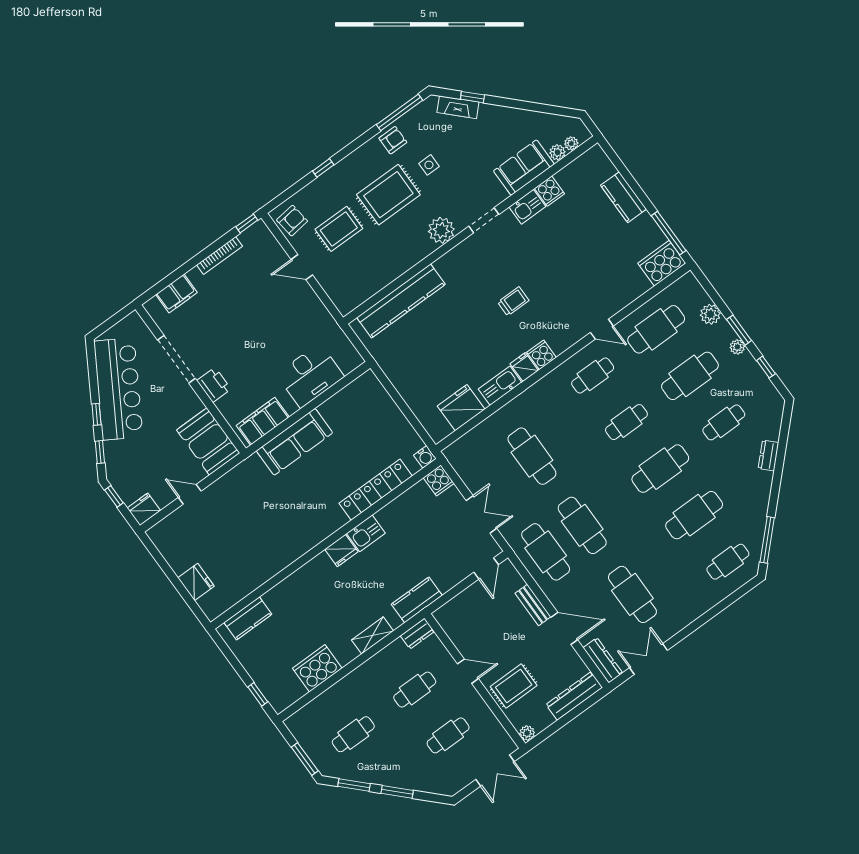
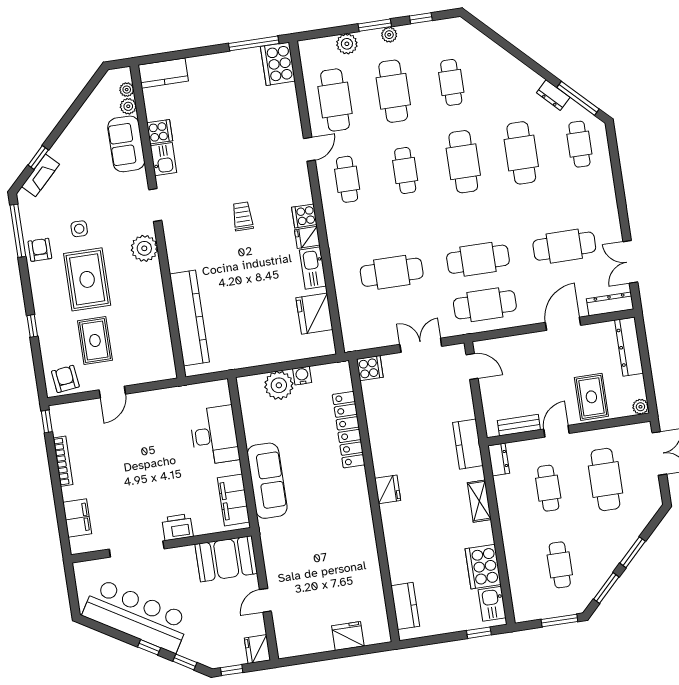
kitchen counter: (624, 197) -> (163, 73), moved
plant: (383, 409) -> (279, 385), added
dresser: (768, 456) -> (553, 95), moved
water cooler: (425, 457) -> (302, 376), moved, turned -90
kitchen sink: (366, 533) -> (492, 604), moved, turned 180
bench: (533, 605) -> (519, 425), moved
cafe table: (448, 735) -> (605, 479), width x1.37, depth x1.35

